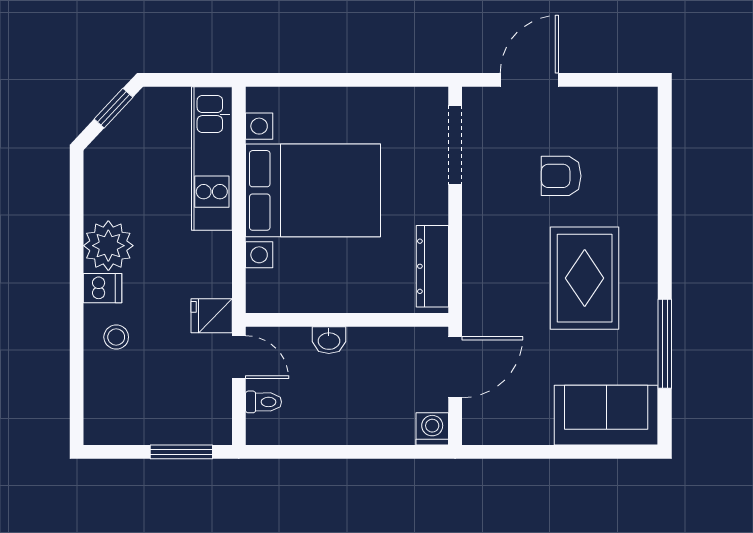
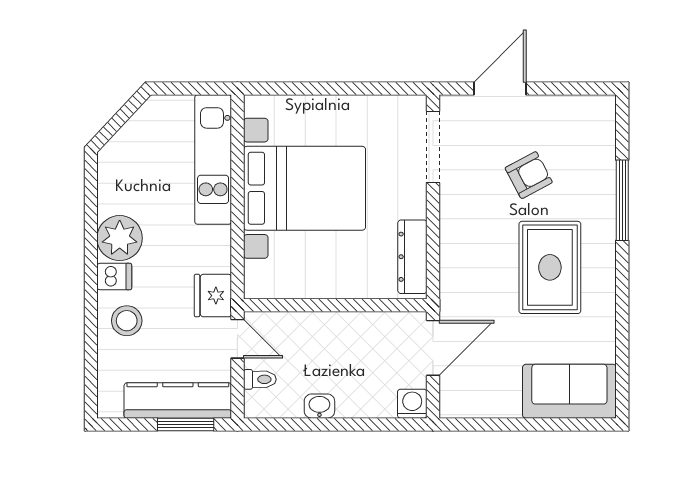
window: (114, 108) -> (124, 114), removed
armchair: (561, 176) -> (529, 175), turned 152
fridge: (212, 316) -> (213, 296), width x1.38
stool: (116, 337) -> (127, 321), width x1.37, depth x1.37
washbasin: (329, 340) -> (319, 406), moved, turned 180
window: (665, 344) -> (622, 200), moved
kitchen counter: (173, 425) -> (178, 400), added

